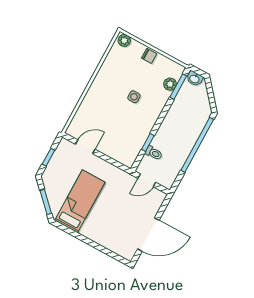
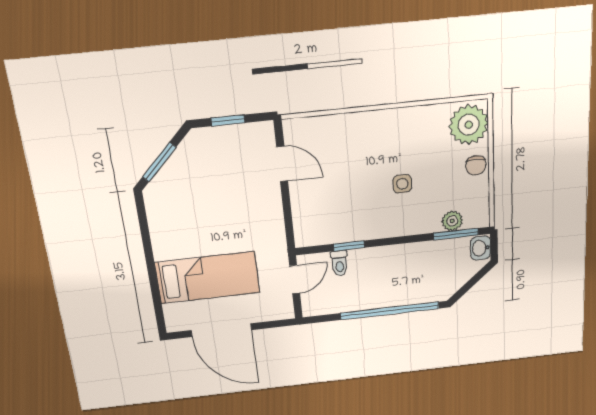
plant: (124, 40) -> (469, 125), width x1.87, depth x1.87
door: (147, 180) -> (295, 280), swing flipped
bed: (80, 201) -> (208, 278), moved

